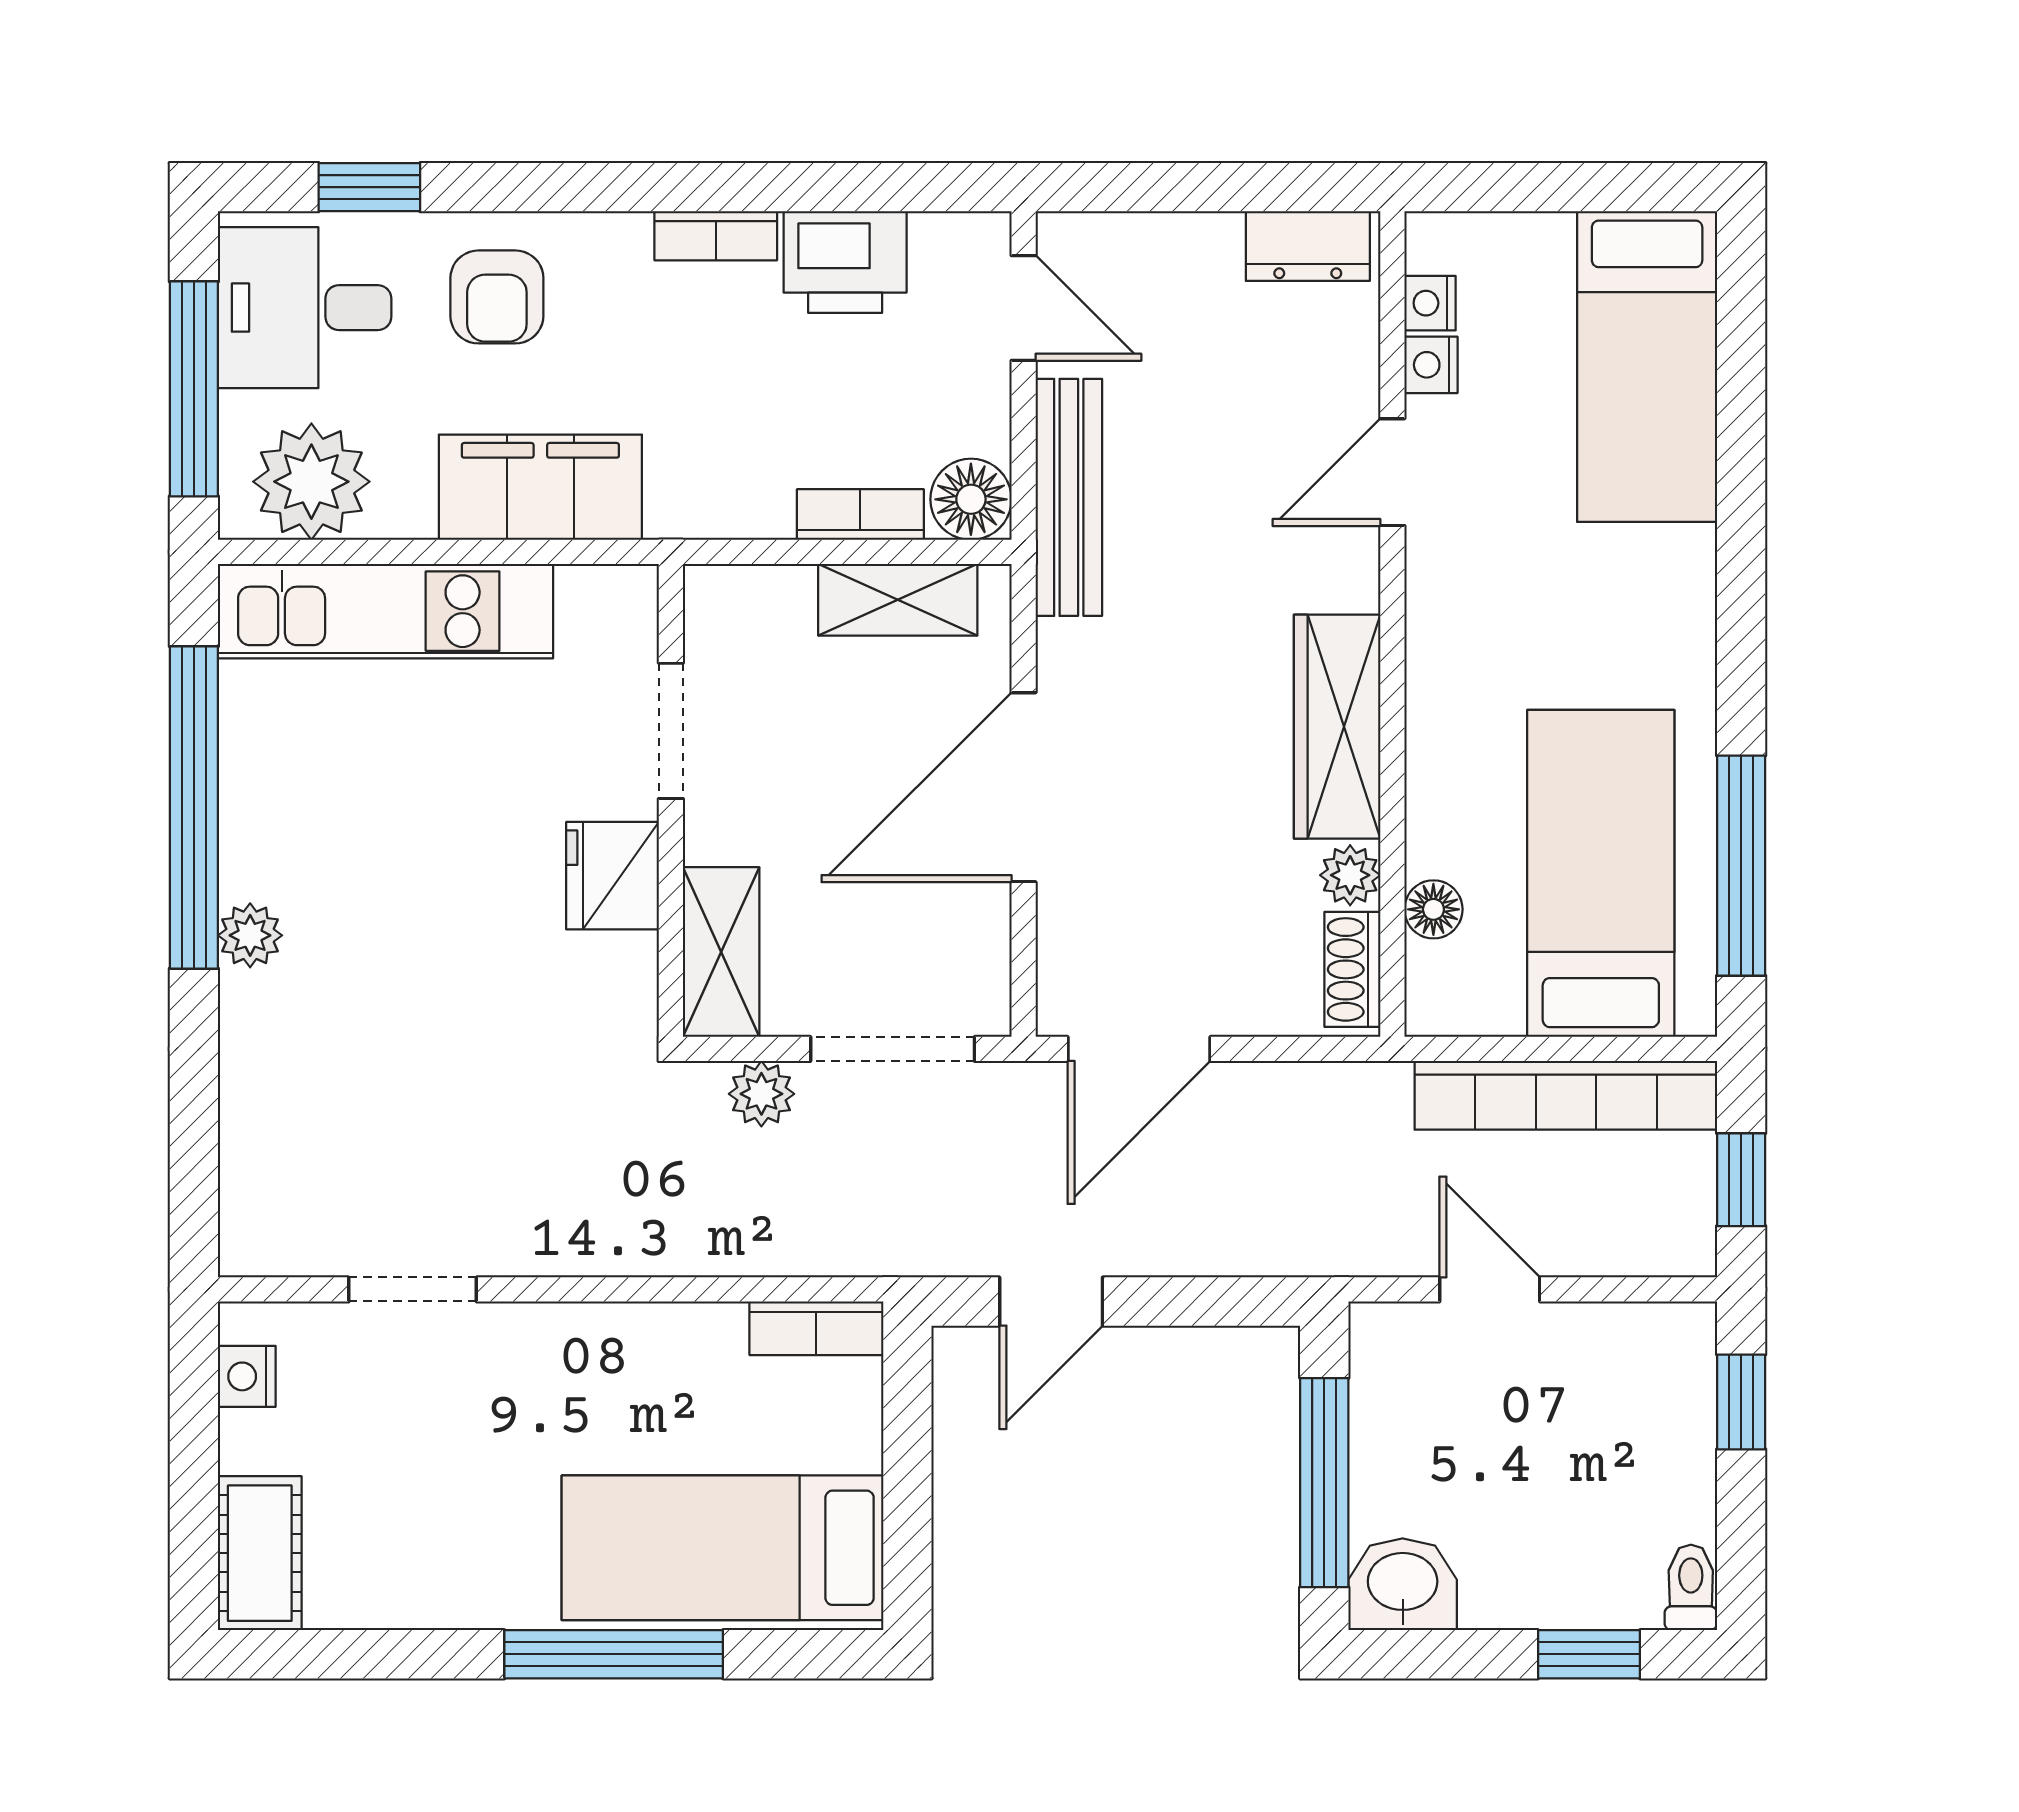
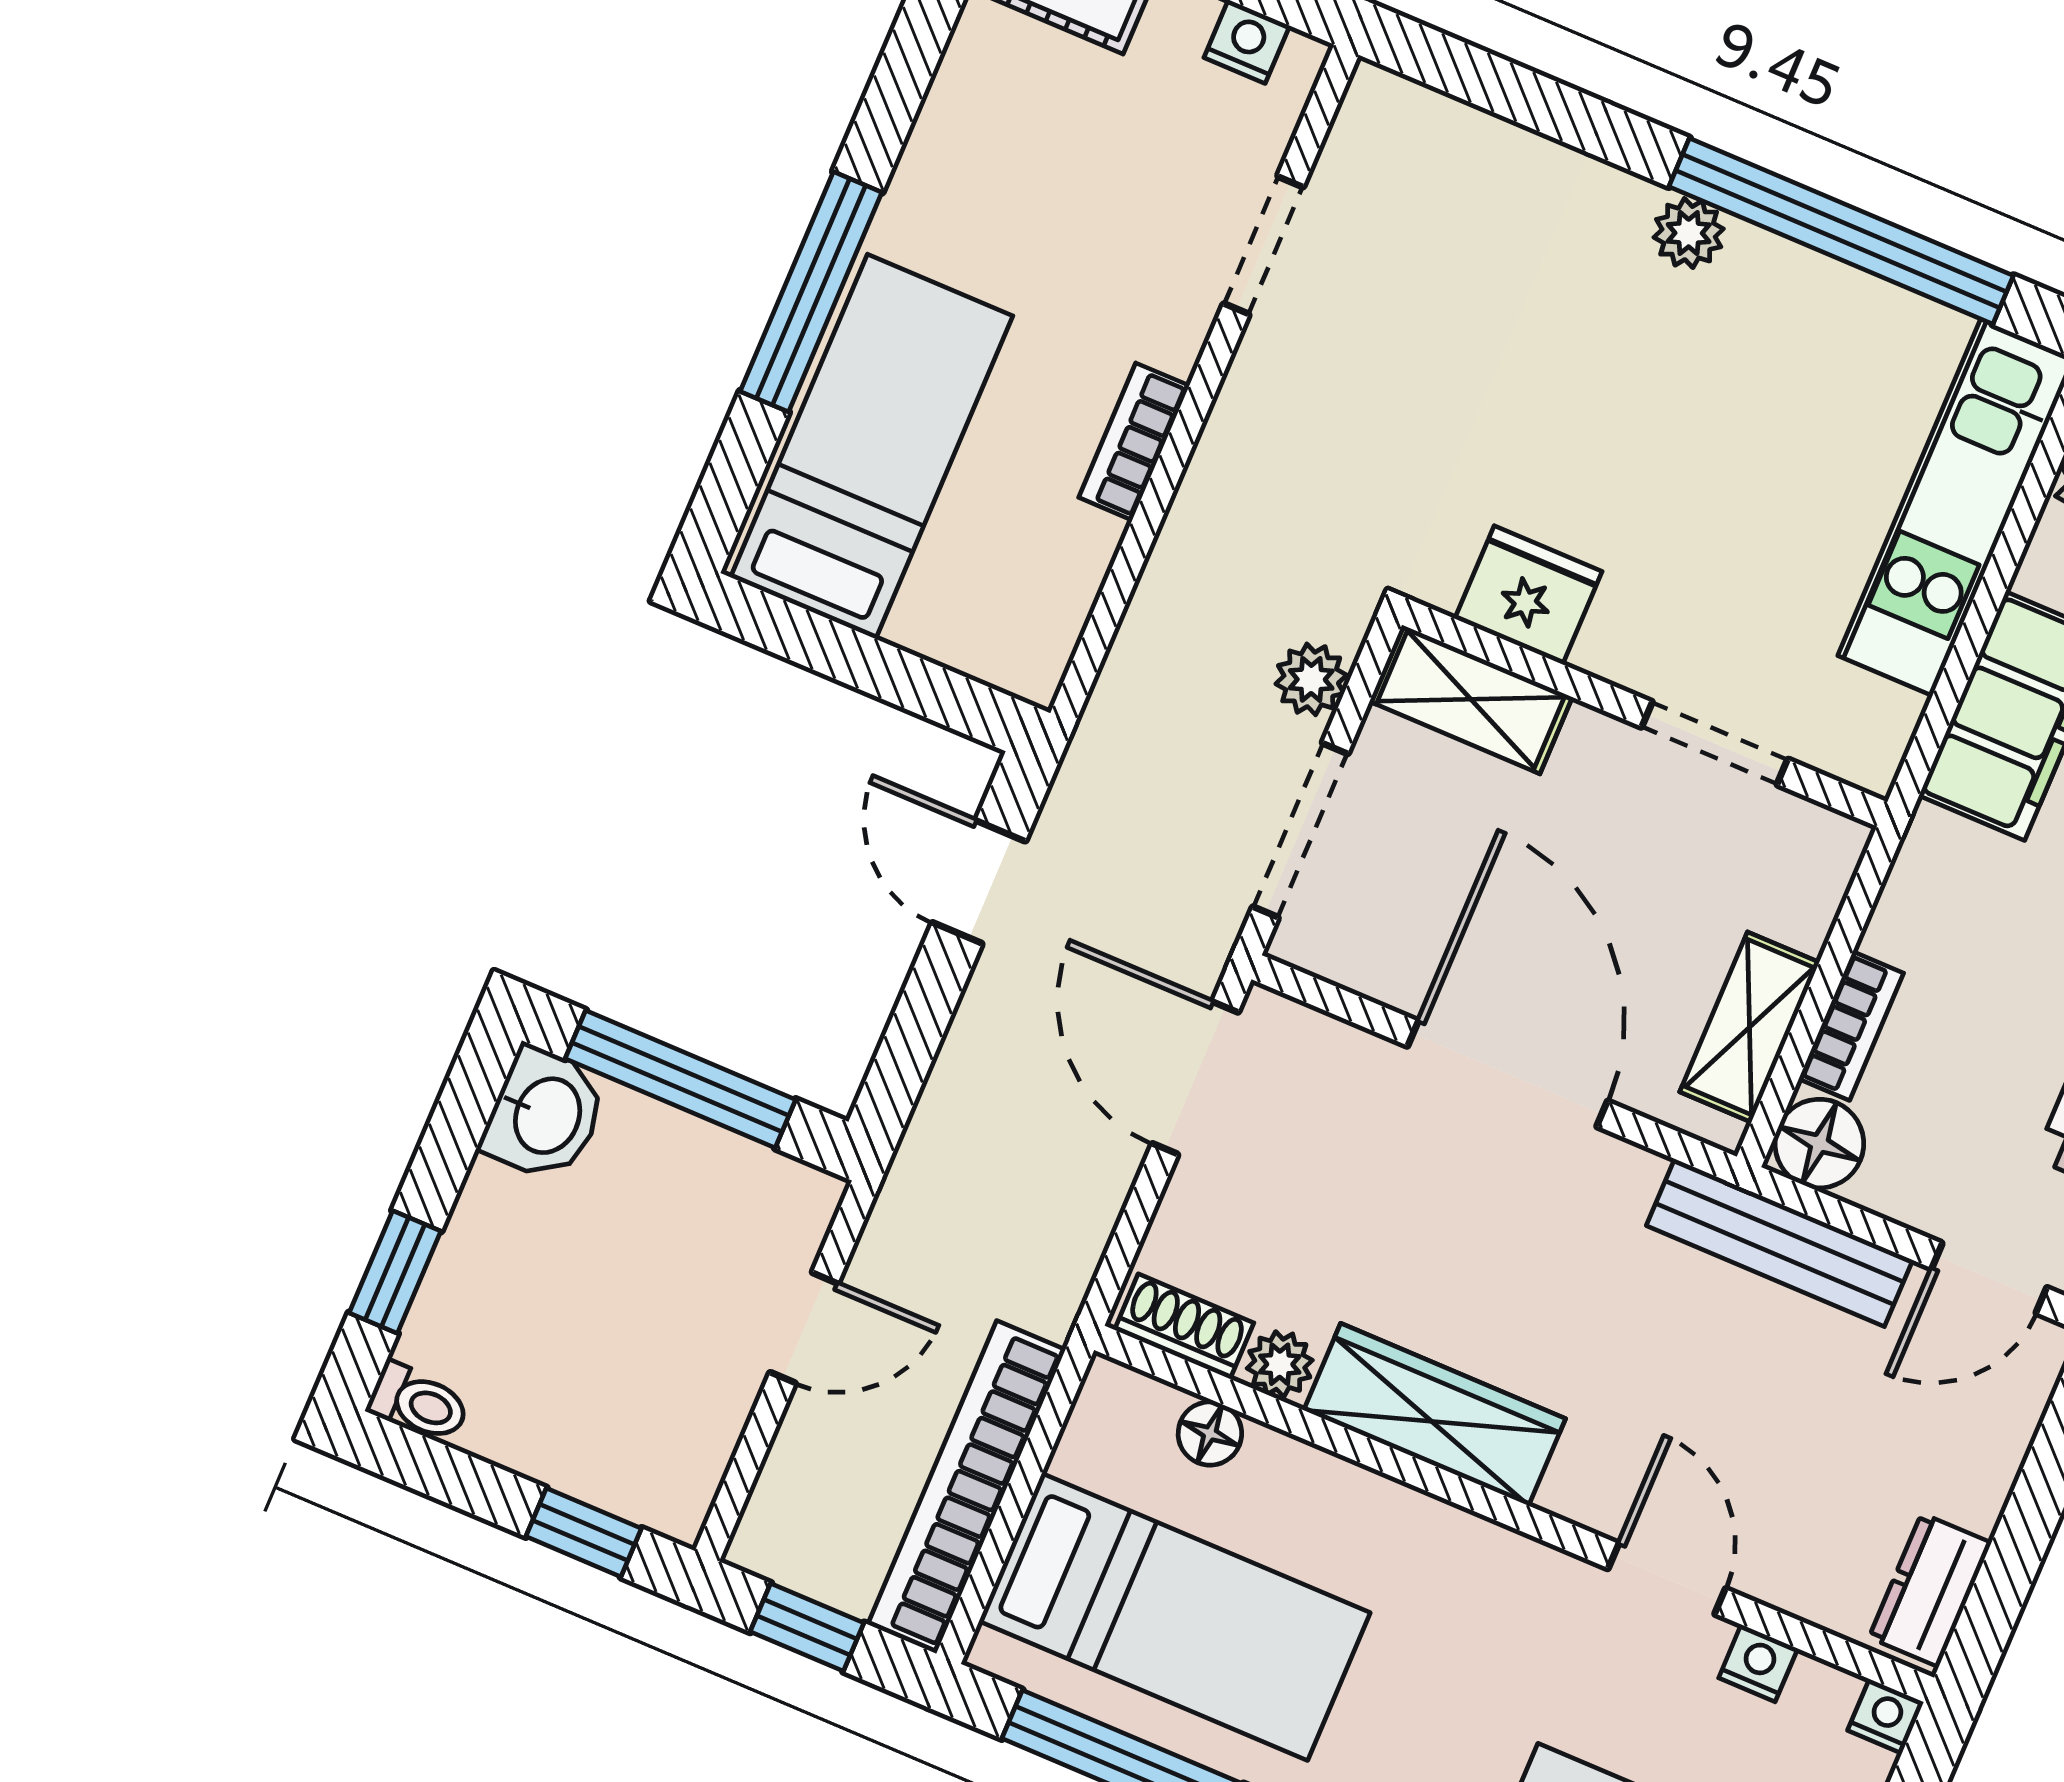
nightstand: (1430, 303) -> (1886, 1716), moved
fridge: (613, 876) -> (1528, 595), moved
bookcase: (816, 1328) -> (1134, 442), moved

